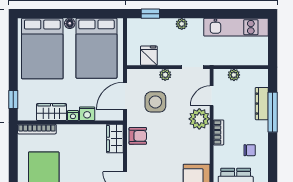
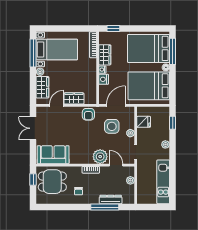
window: (46, 14) -> (173, 51), added
door: (125, 96) -> (116, 105), hinge flipped
wardrobe: (115, 139) -> (74, 98), moved

